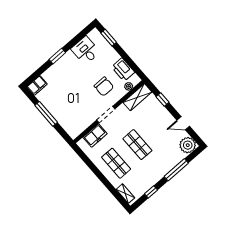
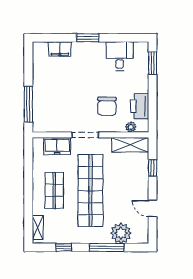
filing cabinet: (37, 85) -> (60, 49), moved
window: (46, 114) -> (28, 104), moved
shop shelf: (137, 145) -> (90, 190), width x2.00, depth x1.36
plant: (188, 145) -> (121, 233), moved

